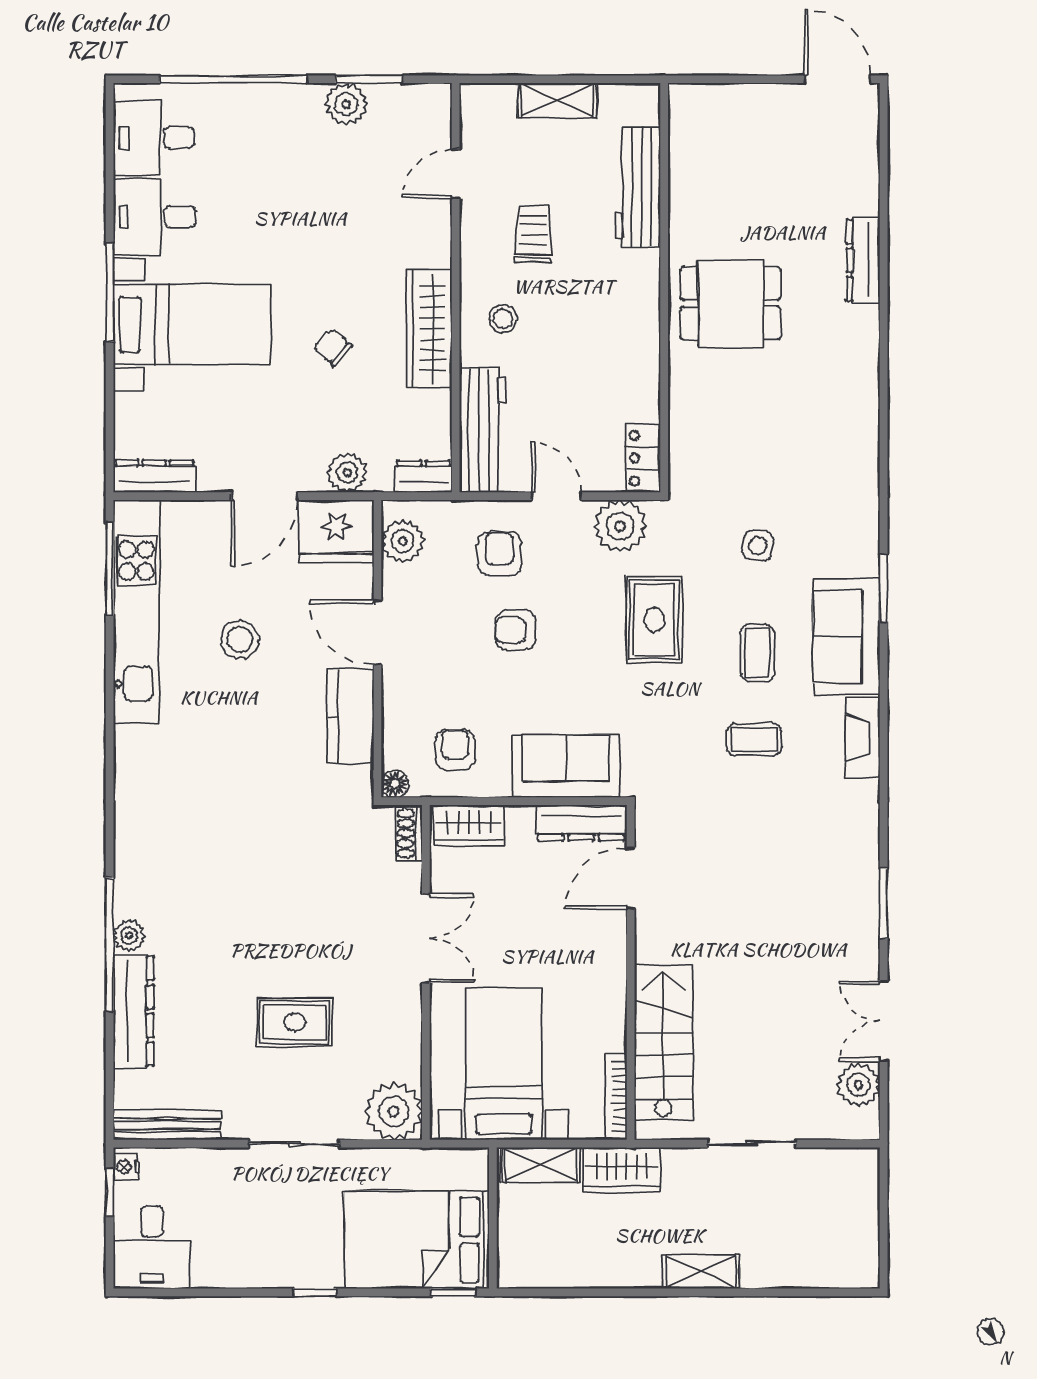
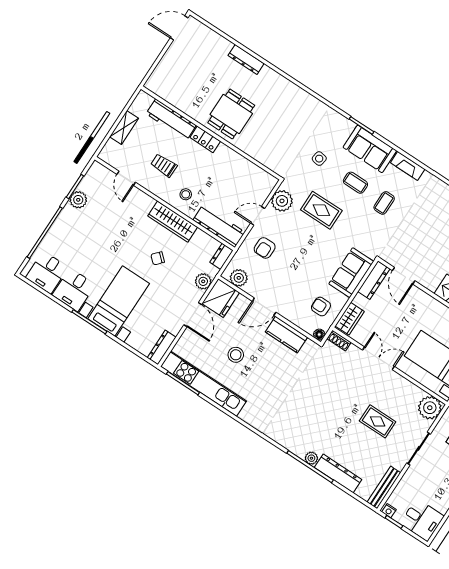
locker: (643, 458) -> (205, 139), moved
armchair: (499, 554) -> (265, 248), turned -90
armchair: (516, 630) -> (294, 259), removed
rug: (295, 1022) -> (378, 421), turned 90

